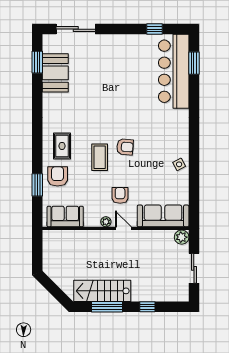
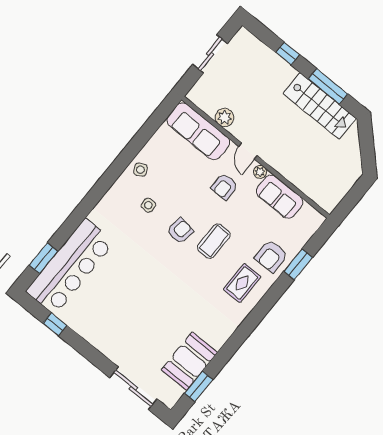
armchair: (125, 147) -> (180, 231), turned 93
side table: (157, 147) -> (148, 205), added
sofa: (65, 216) -> (280, 197), moved
plant: (182, 237) -> (225, 117), moved

